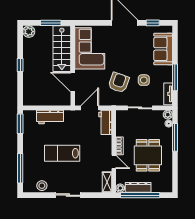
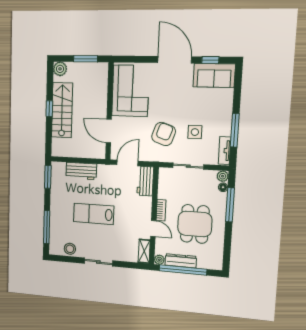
stairs: (62, 49) -> (62, 110), moved, turned 180
sofa: (163, 49) -> (214, 75), moved, turned -90

